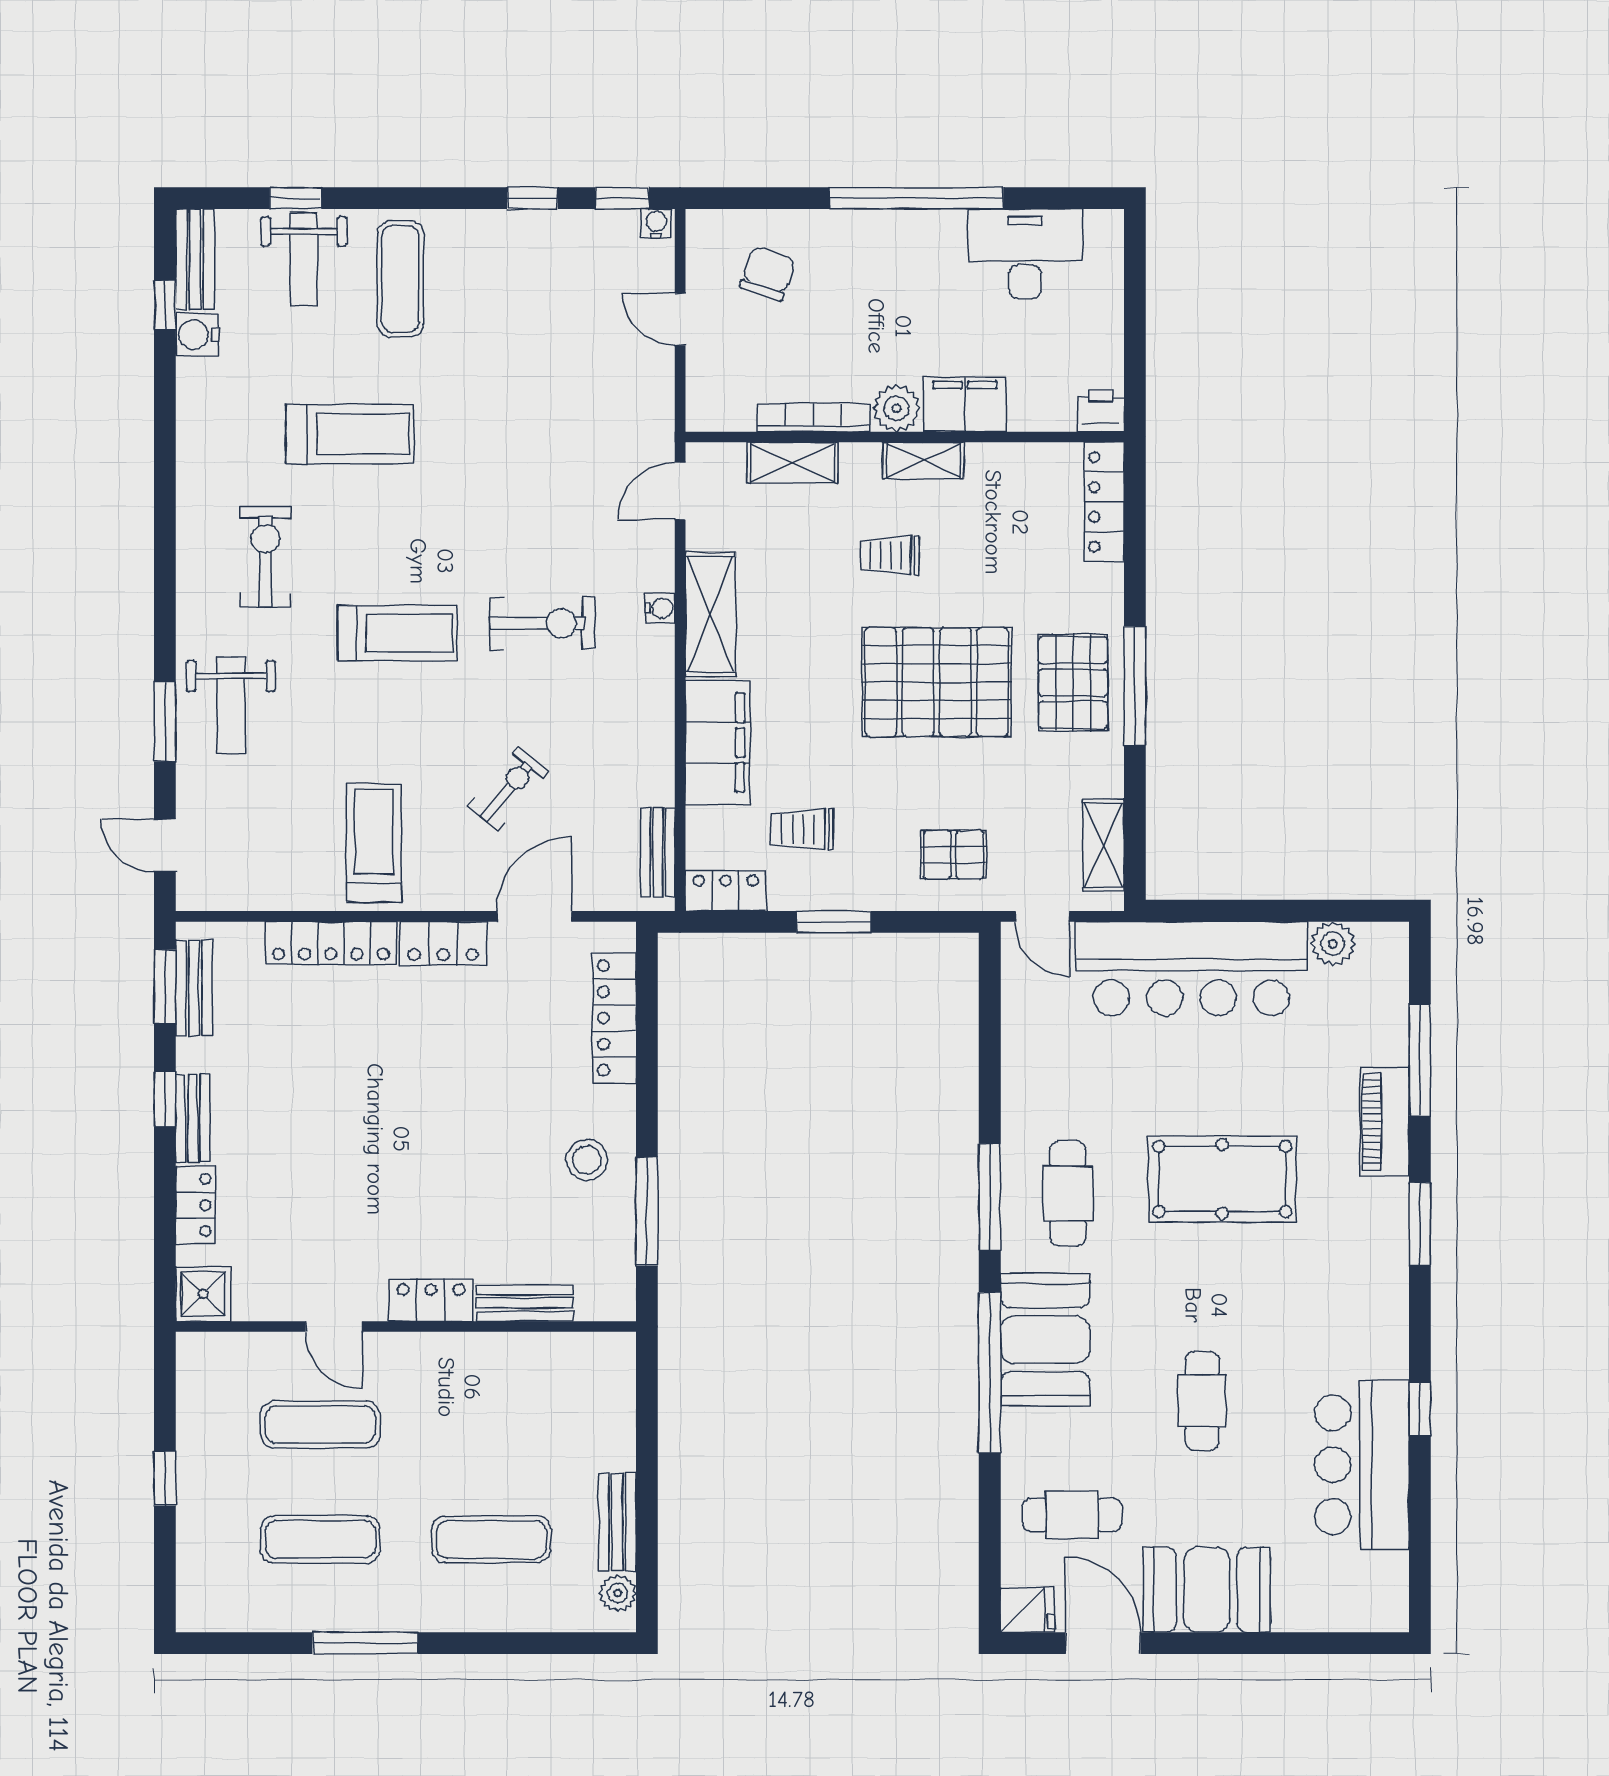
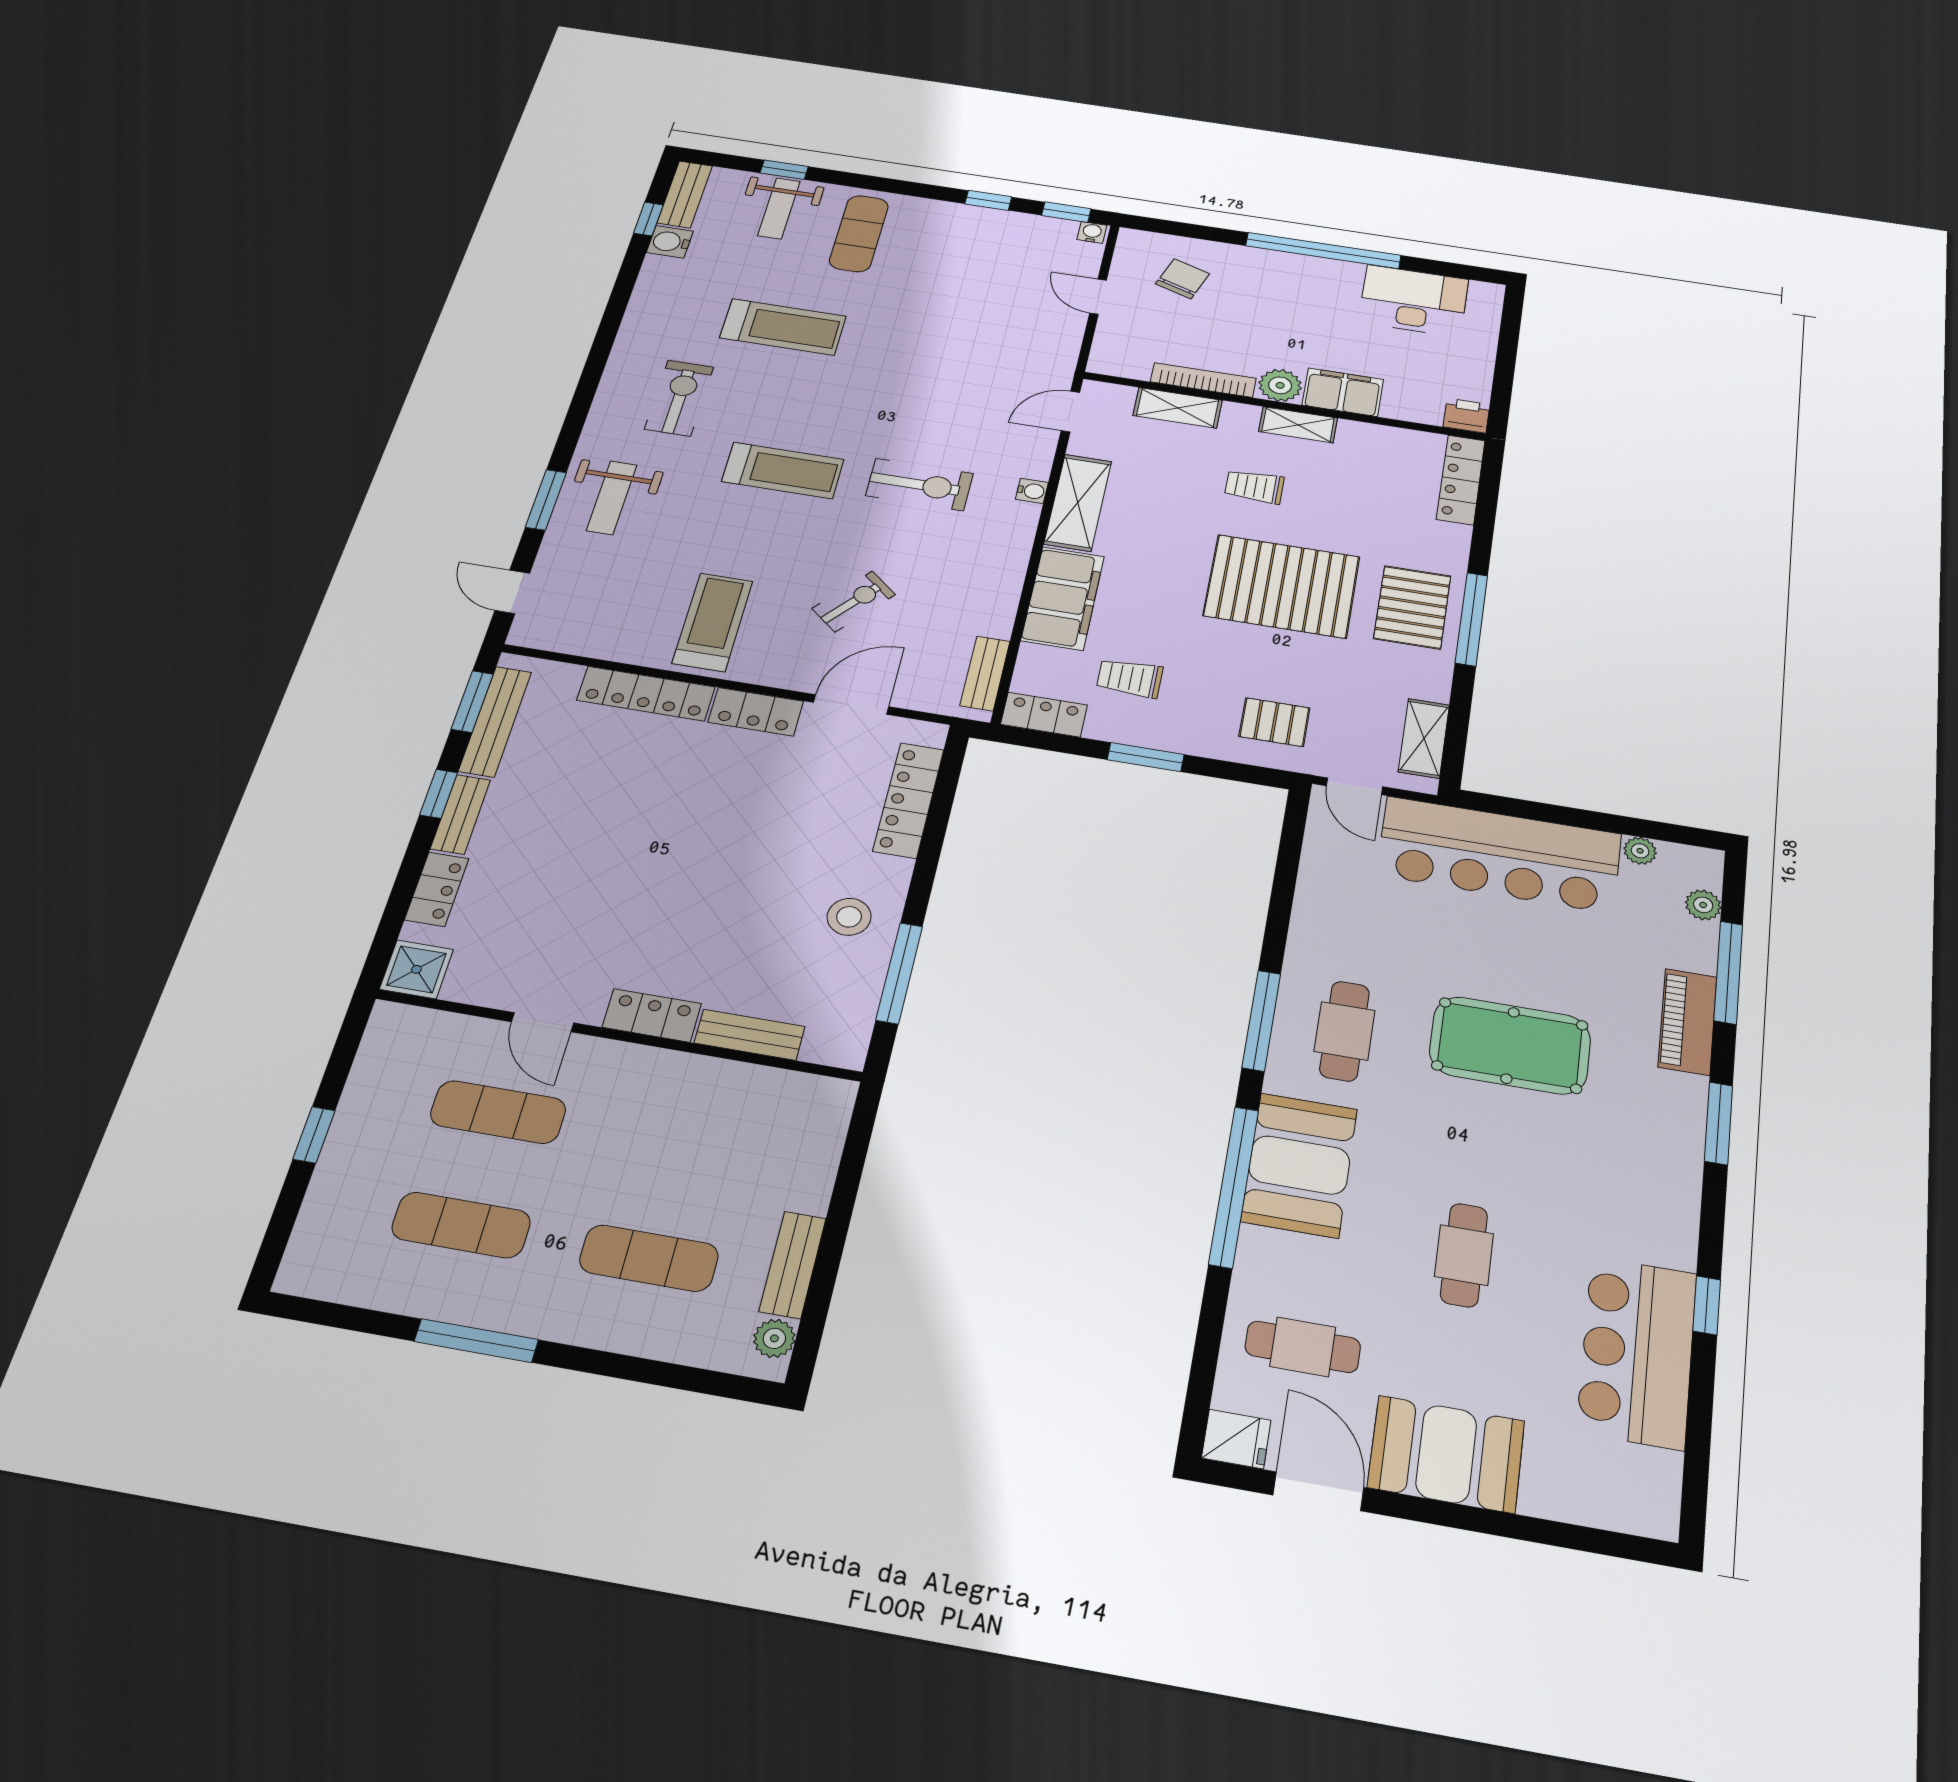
plant: (1333, 944) -> (1640, 851), width x0.73, depth x0.73
bench: (194, 988) -> (495, 721), width x1.36
plant: (1392, 988) -> (1703, 905), added

